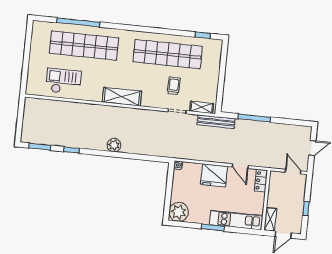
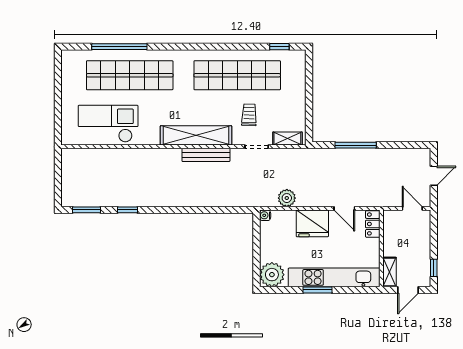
checkout: (63, 81) -> (108, 124), width x1.36, depth x1.21
shelving: (122, 97) -> (196, 135), width x1.47
bench: (216, 122) -> (206, 155), moved
plant: (114, 145) -> (287, 198), moved
window: (306, 209) -> (434, 268), moved
kitchen unit: (236, 220) -> (334, 277), width x1.36

